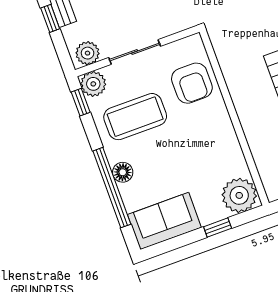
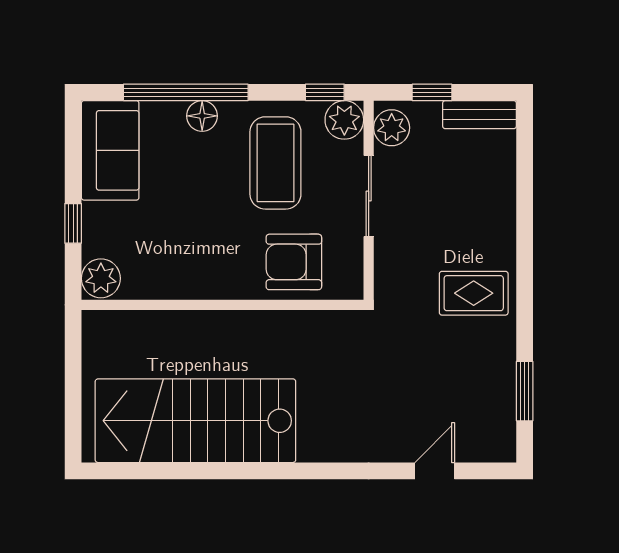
window: (50, 18) -> (432, 92), moved
plant: (239, 195) -> (101, 278), width x0.73, depth x0.73

